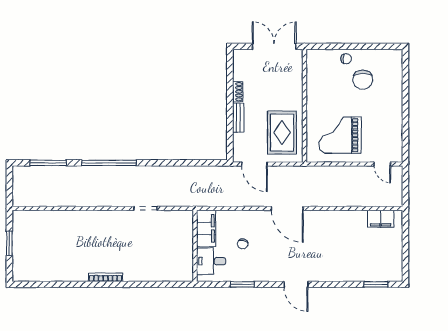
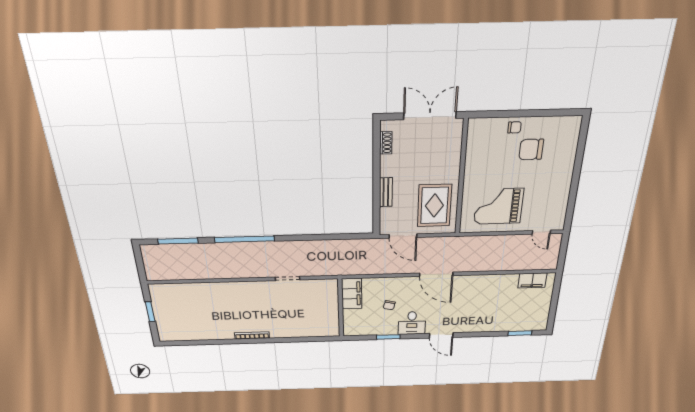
chair: (363, 80) -> (531, 149), turned 90
shoe rack: (238, 92) -> (386, 143), moved
desk: (211, 261) -> (412, 323), moved, turned -90

